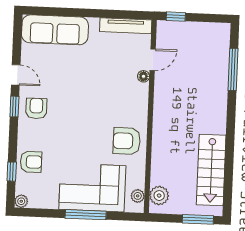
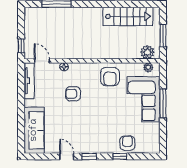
door: (153, 60) -> (42, 61), moved
door: (16, 75) -> (67, 156), hinge flipped
armchair: (36, 108) -> (73, 94), moved
window: (12, 172) -> (120, 156), moved
plant: (21, 201) -> (155, 149), removed
window: (198, 219) -> (163, 36), moved

